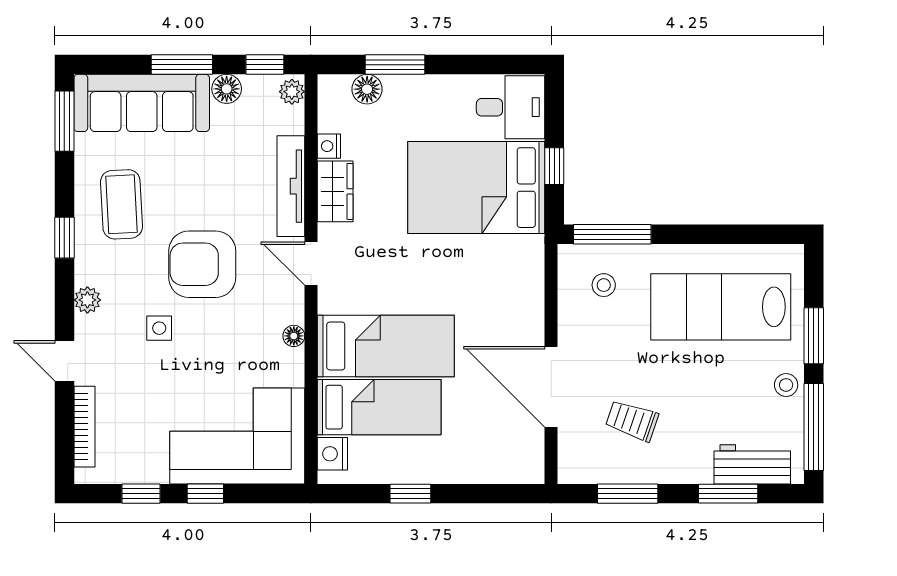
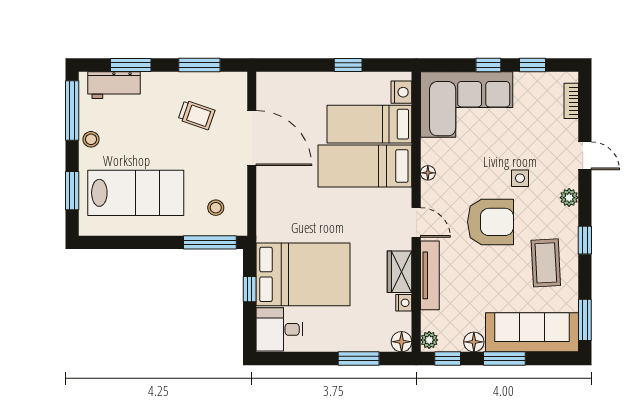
floor lamp: (367, 89) -> (402, 342), moved
window: (814, 336) -> (72, 191), moved
bookcase: (84, 427) -> (571, 101), width x0.64

